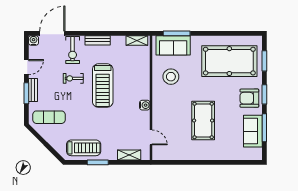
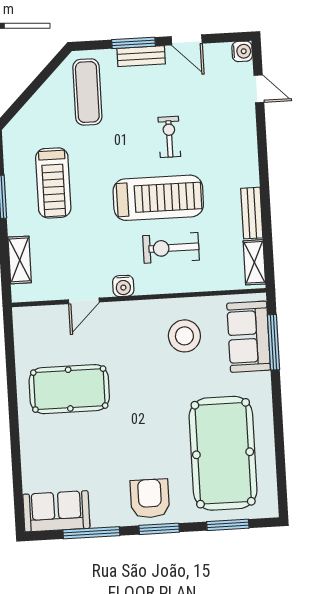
door: (52, 33) -> (259, 89), width x0.53
bench: (98, 40) -> (252, 213), moved
exercise bike: (73, 50) -> (171, 248), moved
treadmill: (103, 86) -> (158, 198), turned 180
pool table: (203, 120) -> (69, 389), moved
sofa: (253, 131) -> (56, 511), moved
door: (151, 137) -> (84, 301), moved
treadmill: (84, 148) -> (53, 183), moved

